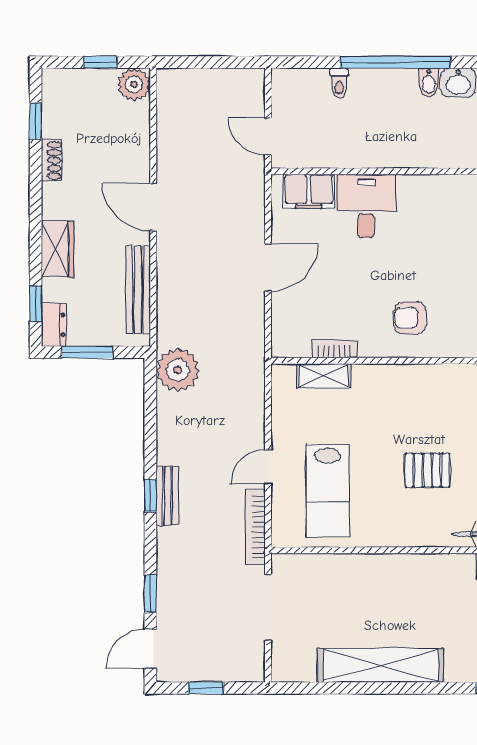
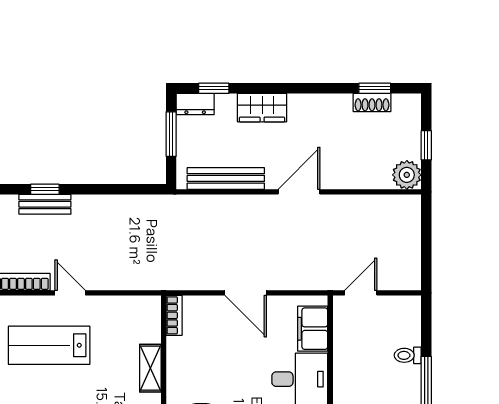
shoe rack: (52, 160) -> (372, 102), moved
bookcase: (335, 349) -> (174, 315), moved
plant: (178, 370) -> (155, 213), removed
shelving: (324, 376) -> (150, 368), moved

